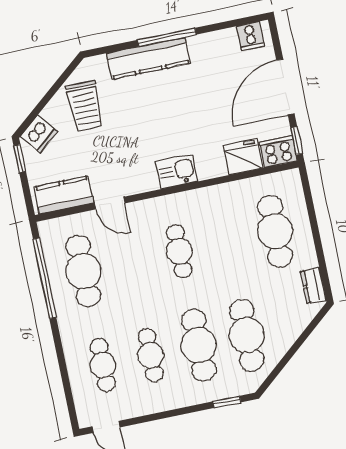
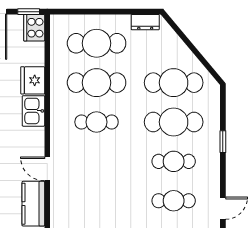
fridge: (243, 157) -> (33, 80), moved
door: (110, 203) -> (47, 169), swing flipped
cafe table: (83, 271) -> (97, 83), moved
window: (227, 402) -> (223, 142), moved

